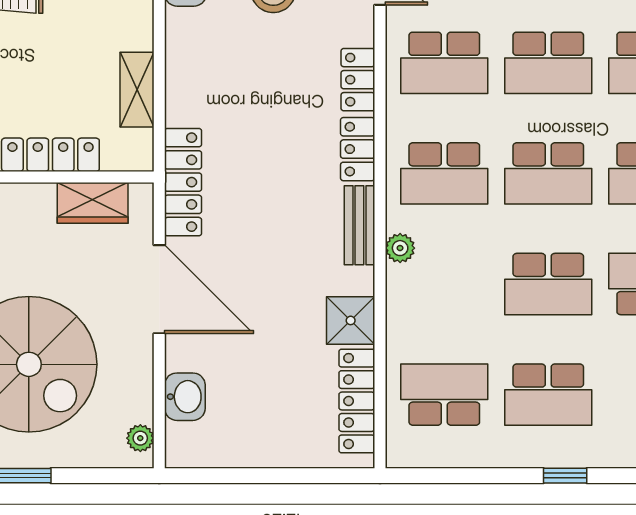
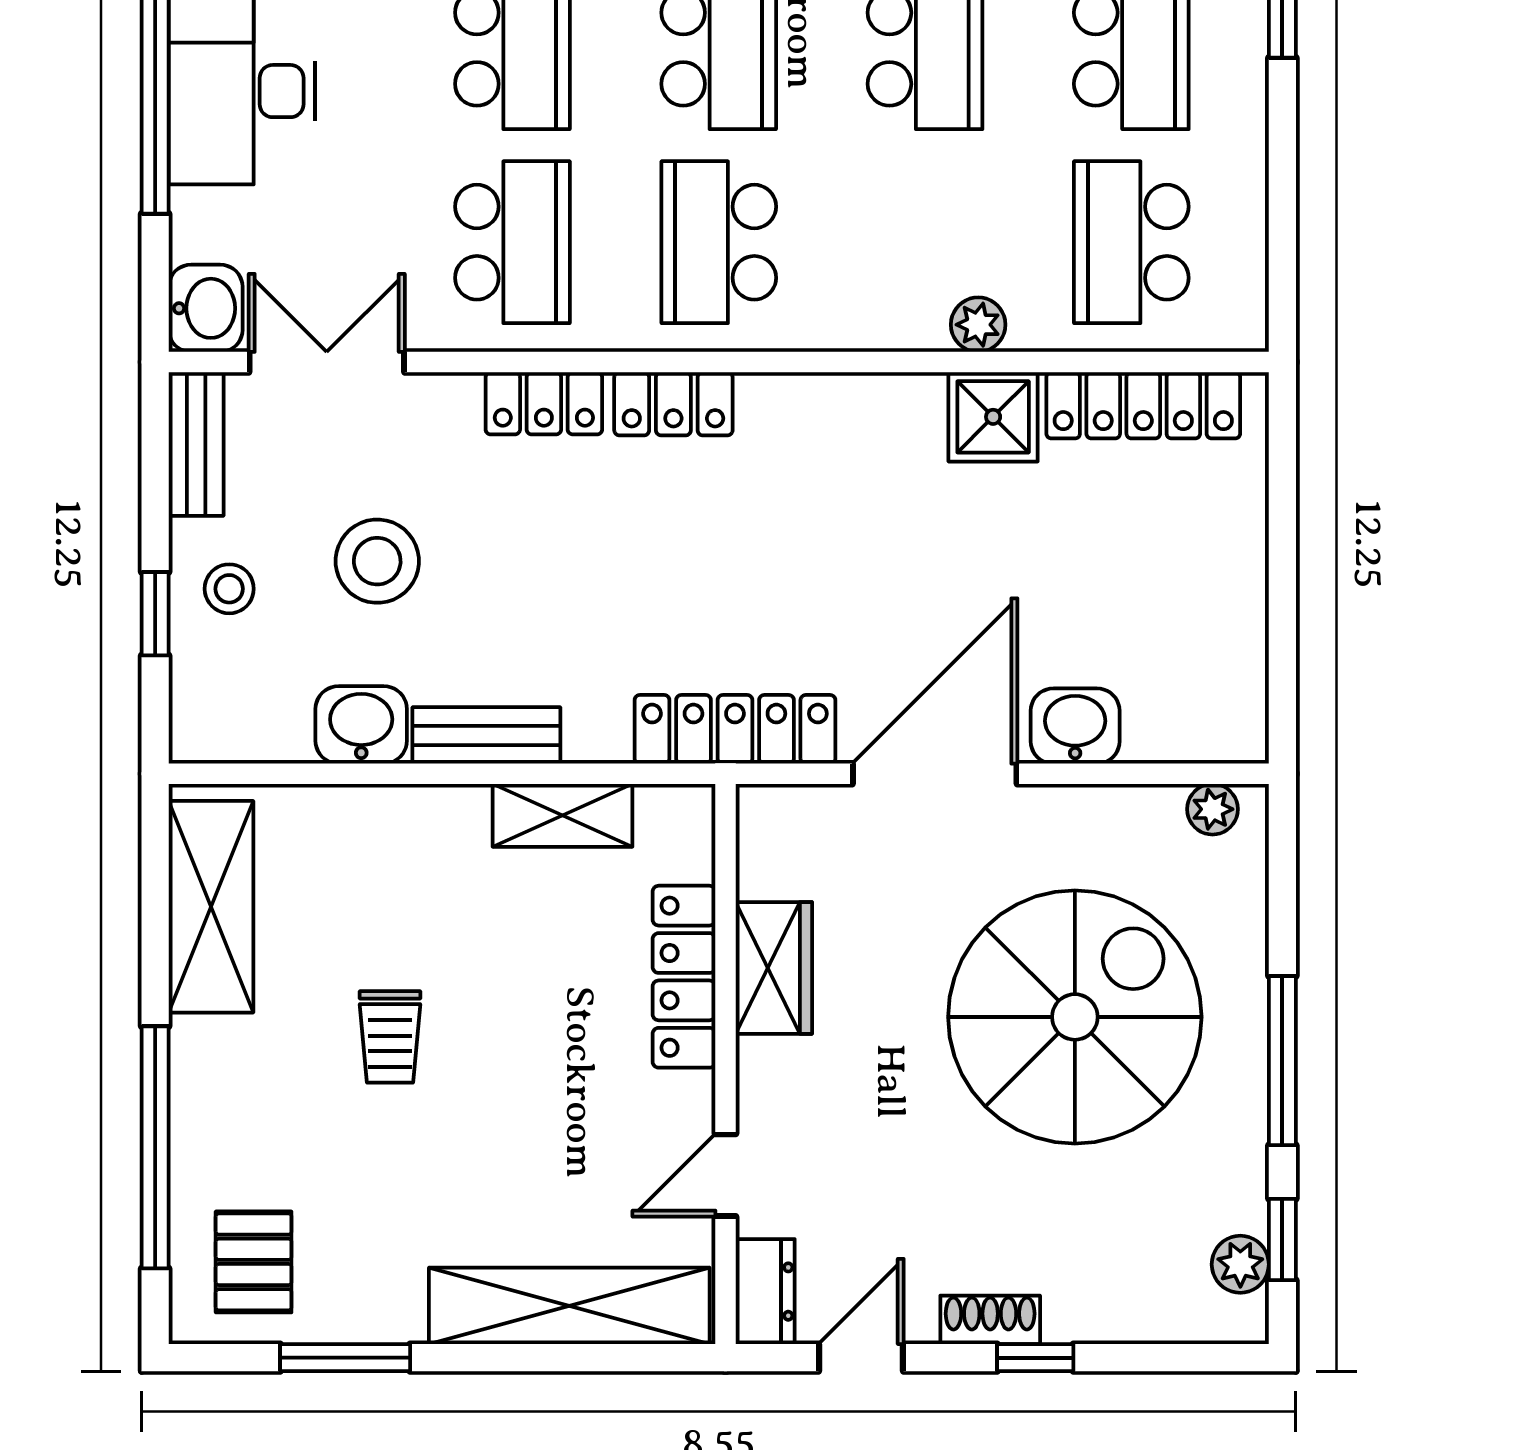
school desk: (444, 173) -> (719, 242), turned 180
wardrobe: (93, 203) -> (774, 968), moved
bench: (359, 225) -> (486, 735), moved
plant: (400, 248) -> (978, 325), moved
washbasin: (185, 397) -> (1075, 726), moved

